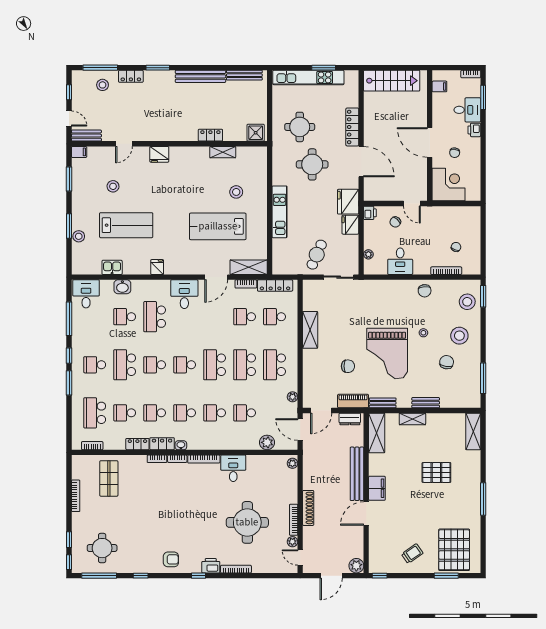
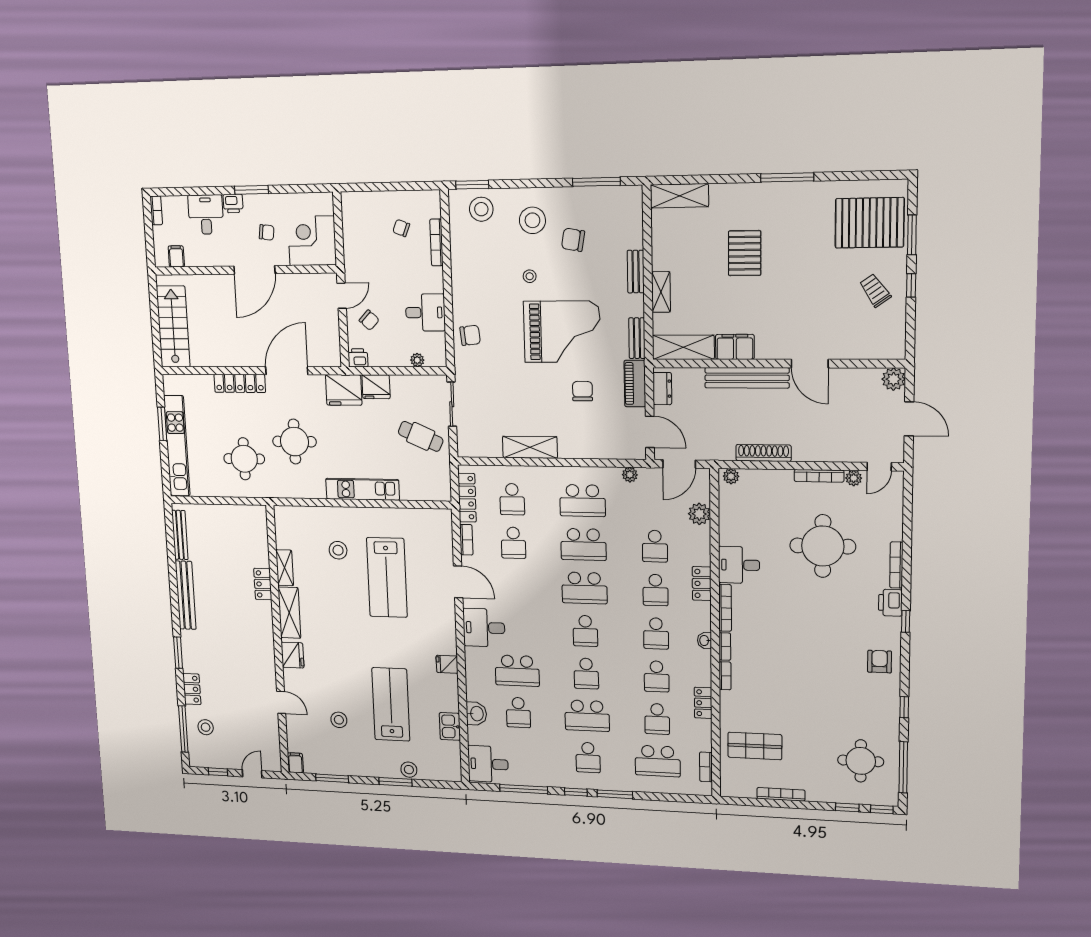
window: (483, 97) -> (251, 190), moved
shower: (256, 133) -> (256, 521), removed
bench: (86, 136) -> (273, 752), removed
shelving: (249, 267) -> (289, 613), moved
chair: (425, 291) -> (470, 335), moved
locker: (162, 444) -> (702, 584), moved
filing cabinet: (377, 488) -> (735, 347), moved
shoe rack: (308, 508) -> (764, 453), moved
window: (380, 576) -> (911, 285), moved

